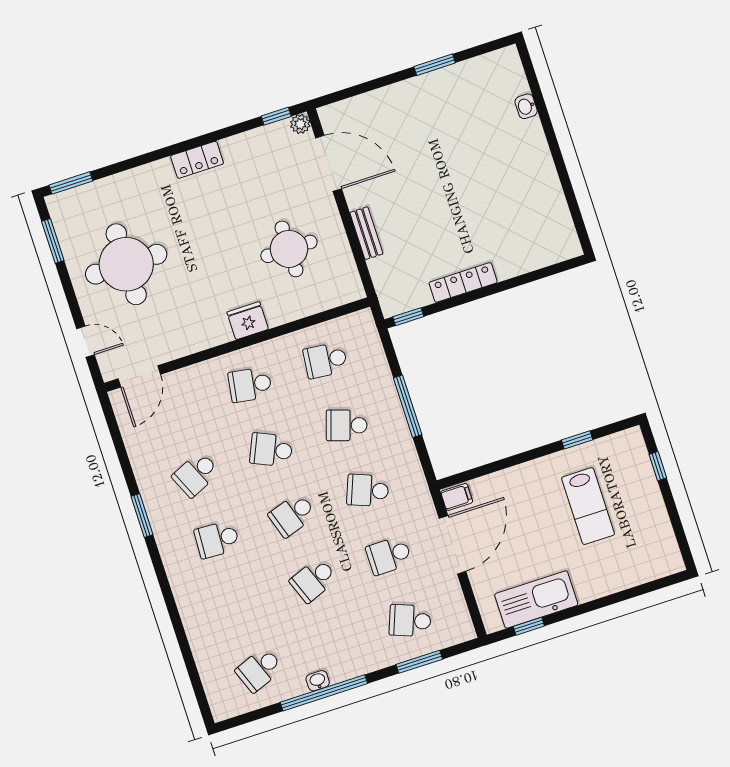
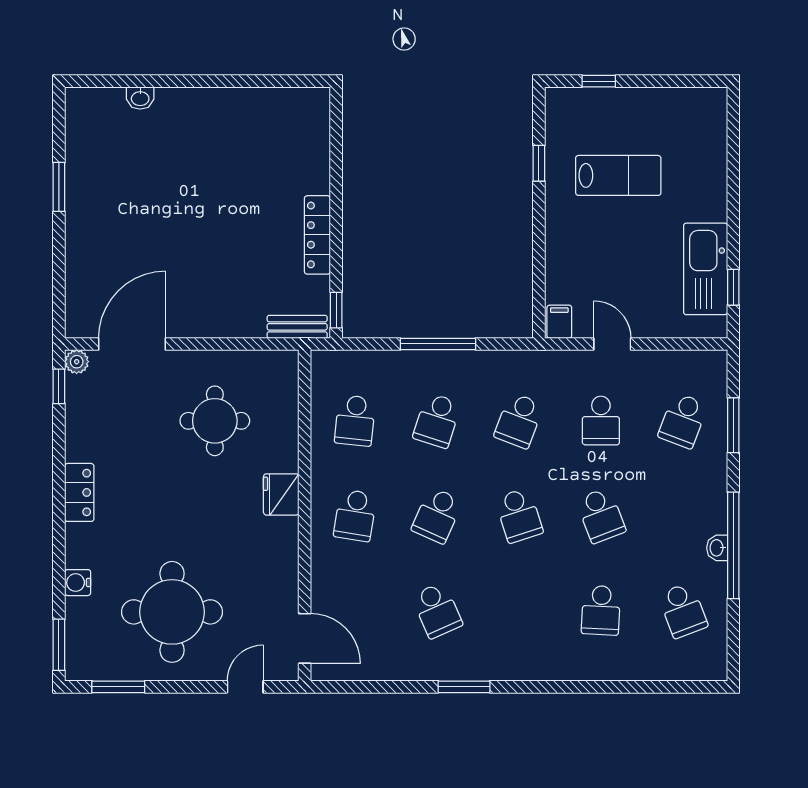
water cooler: (125, 182) -> (78, 583), added
bench: (366, 233) -> (297, 327), moved
school desk: (217, 539) -> (601, 610), moved
door: (453, 545) -> (612, 344), width x0.53

